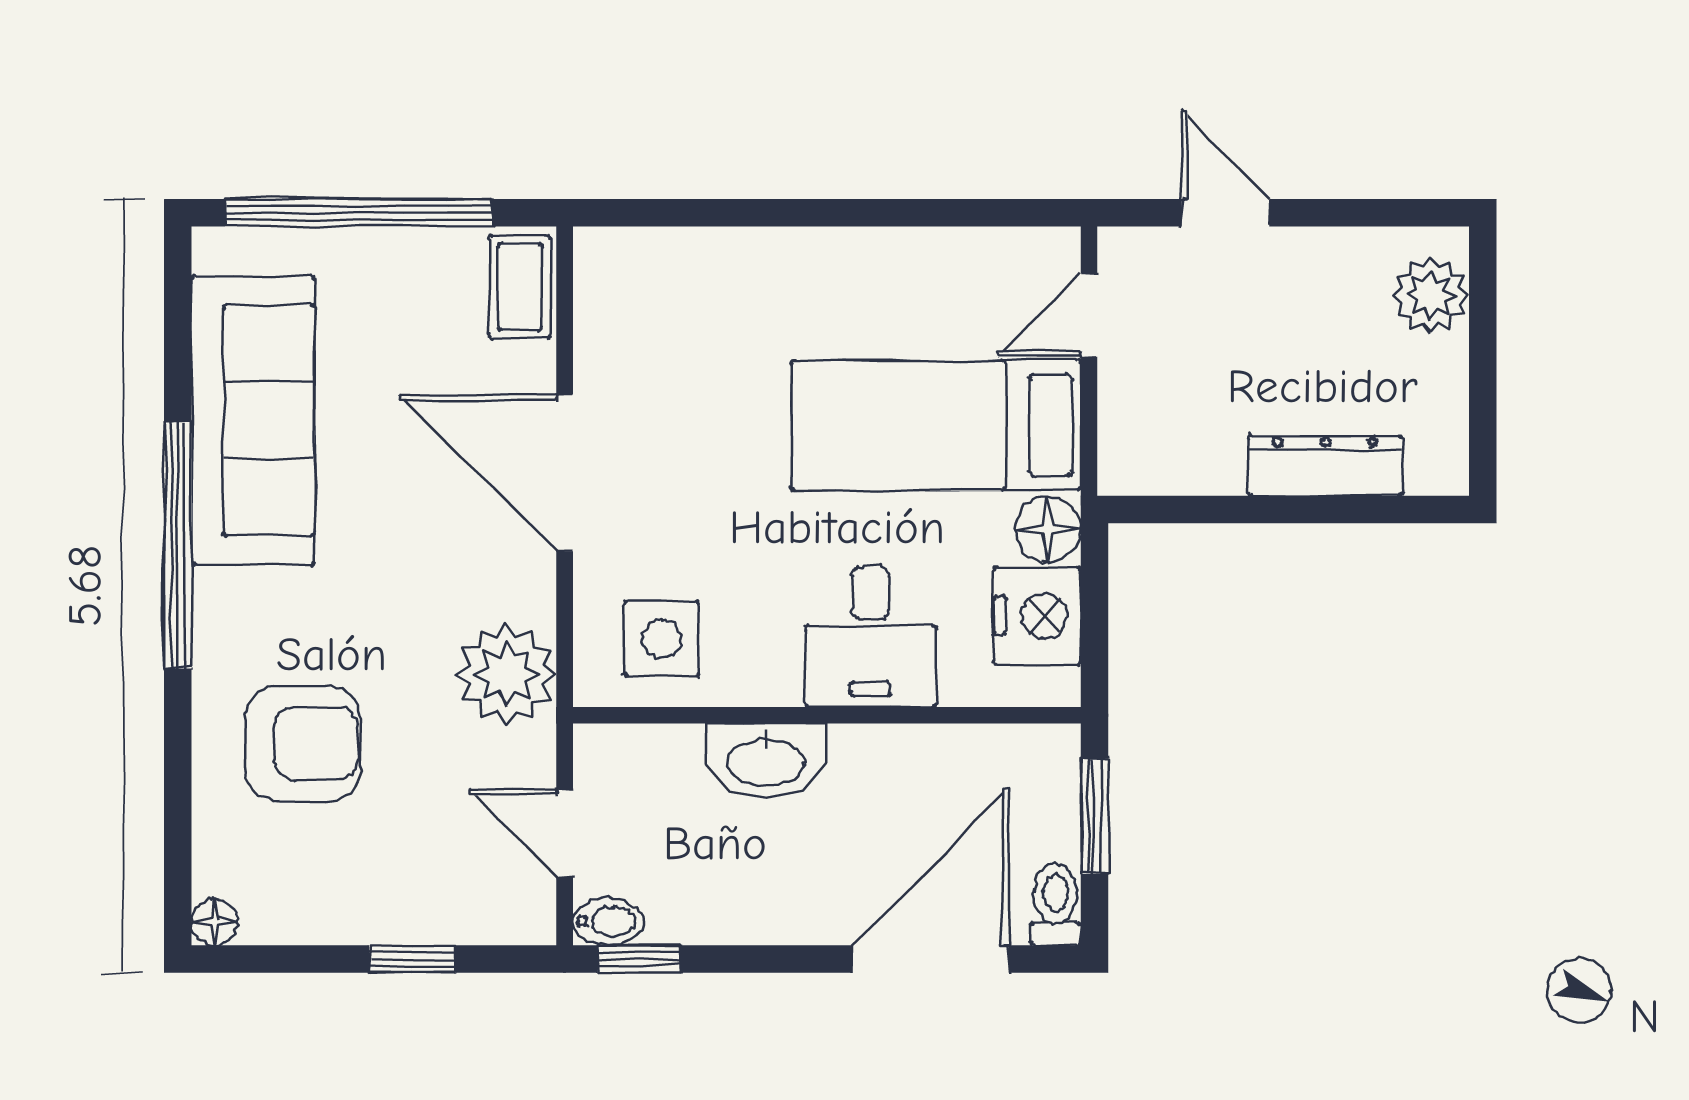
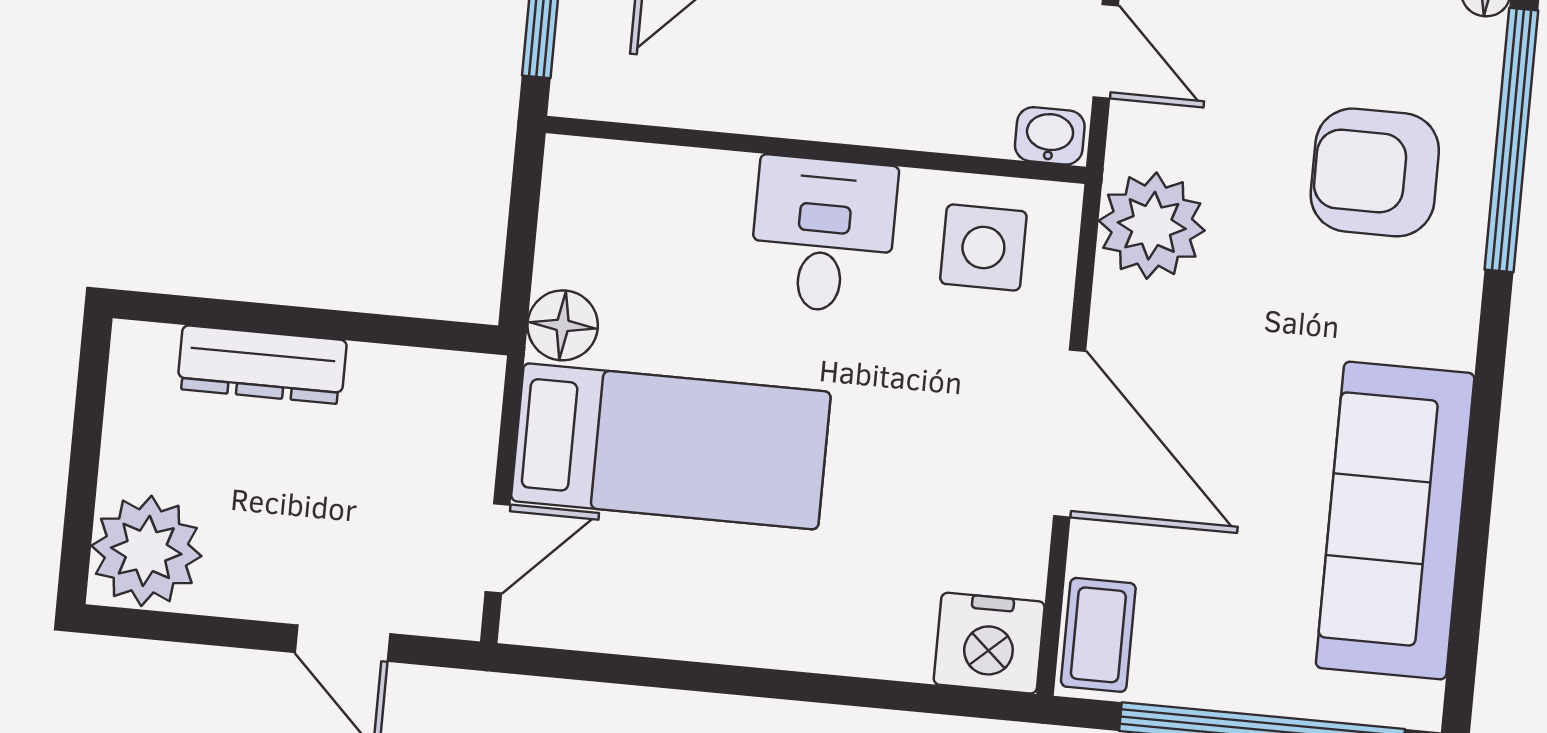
plant: (1431, 295) -> (146, 551), width x1.36, depth x1.36
window: (178, 545) -> (1511, 140), moved
nightstand: (1037, 616) -> (989, 643), moved, turned -90
desk: (870, 637) -> (823, 235), moved
washbasin: (766, 760) -> (1050, 136), moved, width x0.52, depth x0.69

